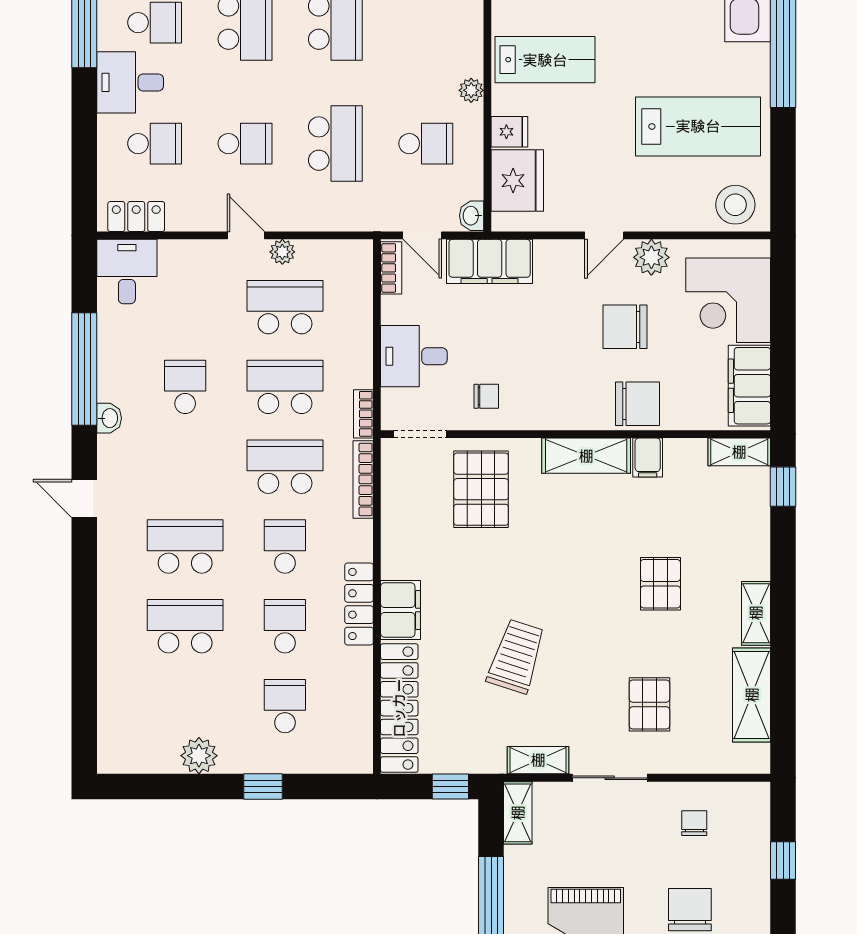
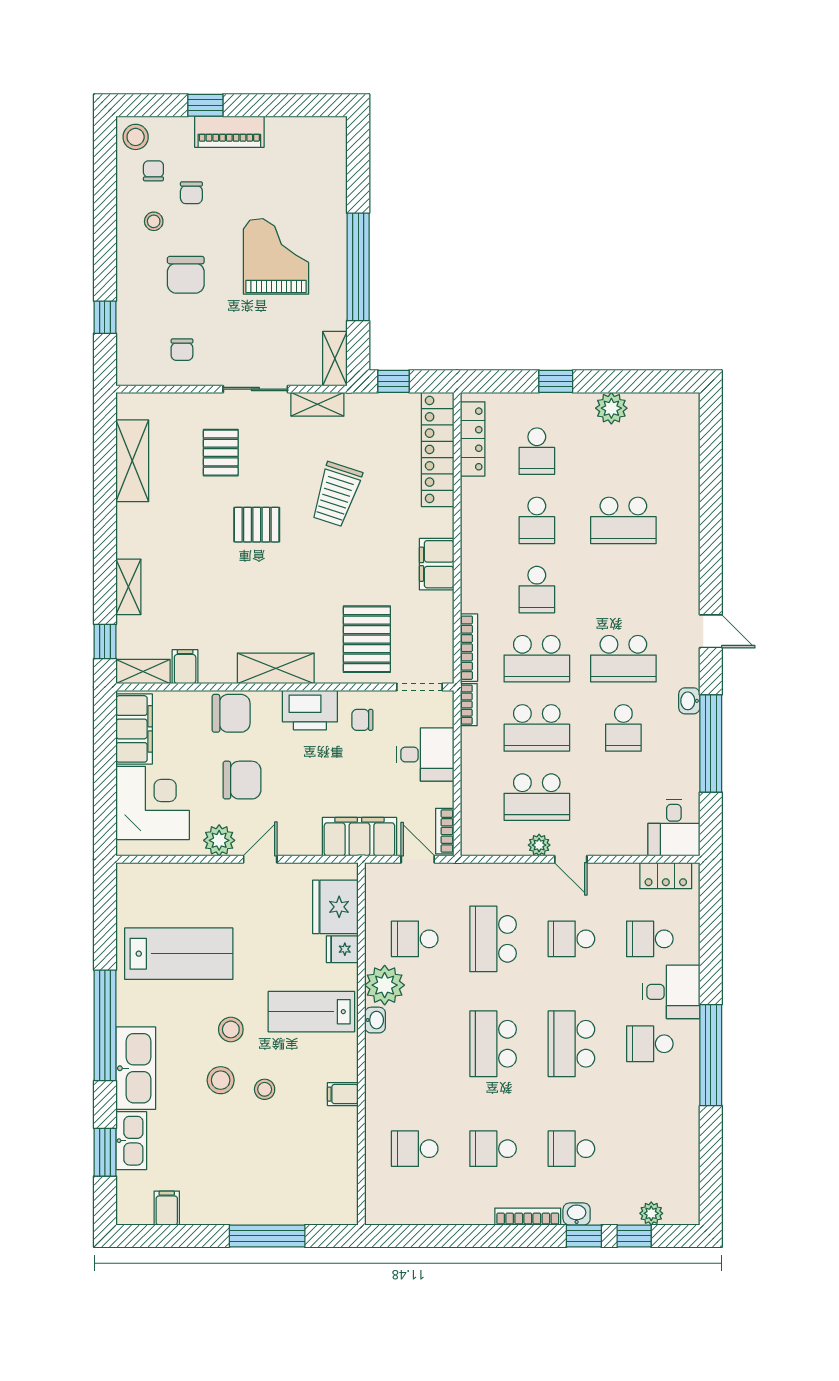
plant: (471, 90) -> (385, 985), width x1.87, depth x1.87
lab bench: (698, 126) -> (179, 954), turned 180
stool: (735, 205) -> (231, 1029), moved, width x0.73, depth x0.73
washbasin: (472, 216) -> (375, 1020), moved
chair: (638, 404) -> (231, 713), turned 180
printer: (547, 408) -> (310, 710), added
filing cabinet: (648, 458) -> (185, 667), moved
school desk: (185, 546) -> (623, 659), moved
pallet: (660, 584) -> (257, 525), moved, turned 90
locker: (359, 604) -> (473, 439), moved
filing cabinet: (401, 610) -> (437, 564), moved
shelving: (756, 613) -> (128, 587), moved

